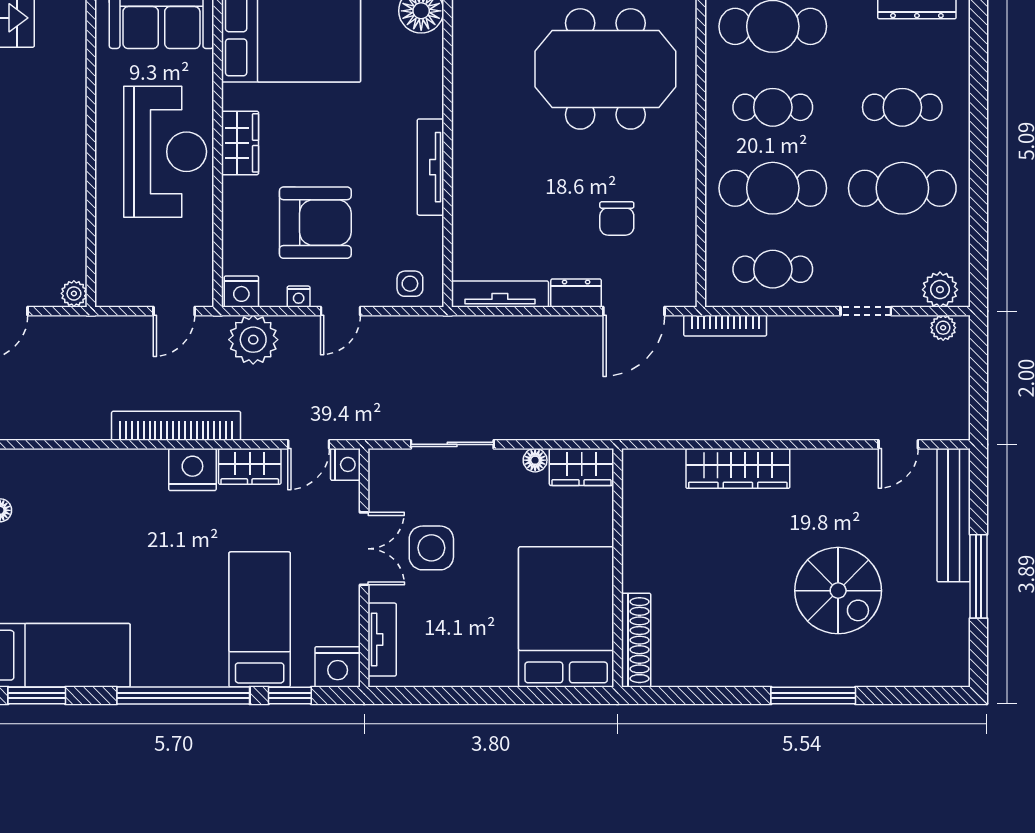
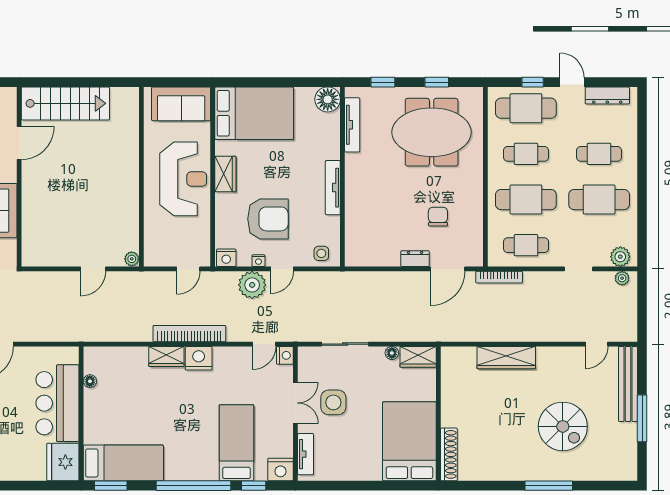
chair: (617, 218) -> (438, 217), turned 180
tv unit: (500, 294) -> (352, 125), moved, turned 90
plant: (253, 340) -> (252, 285), moved
wardrobe: (250, 466) -> (166, 356), moved

